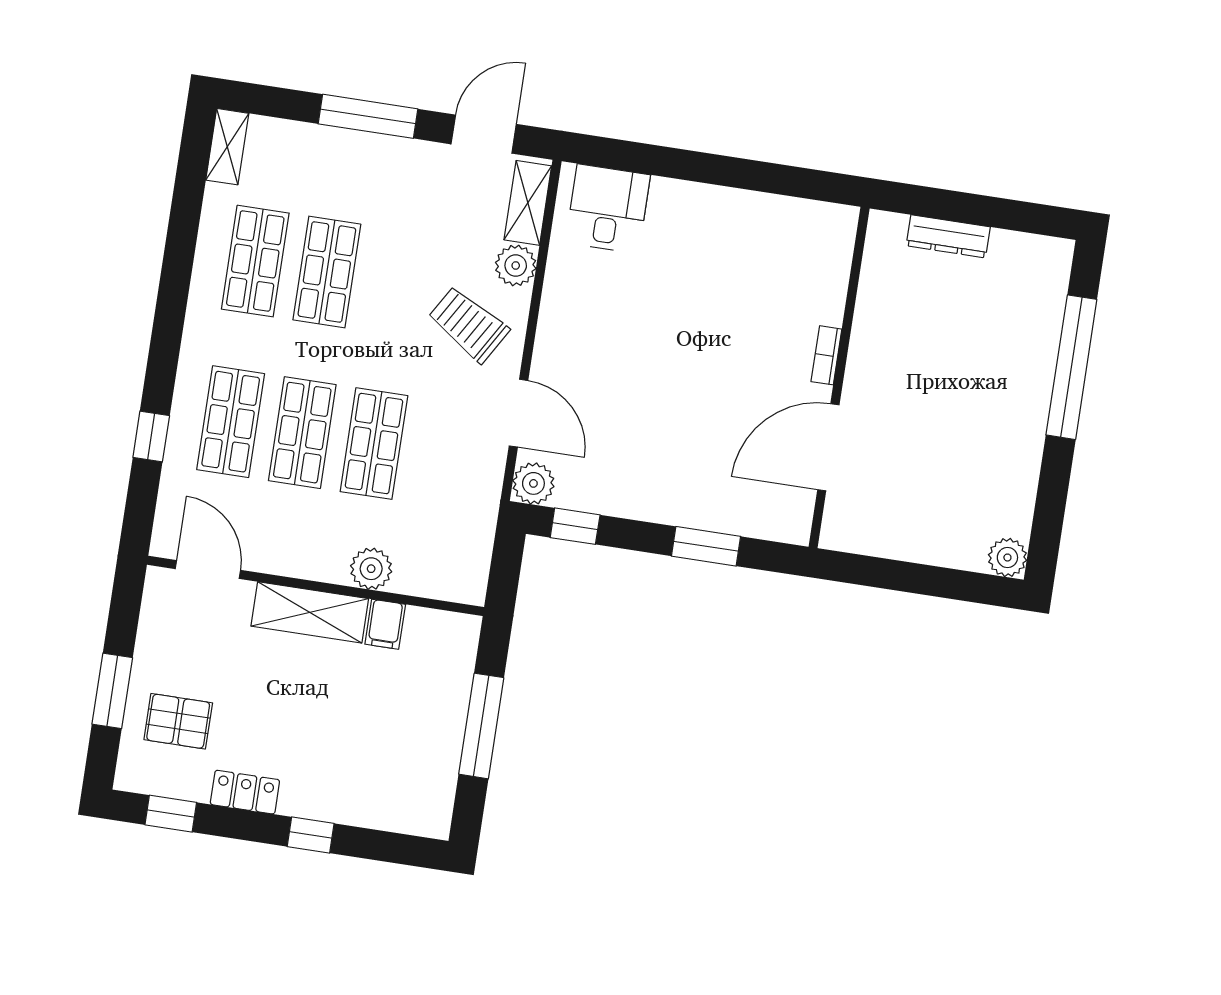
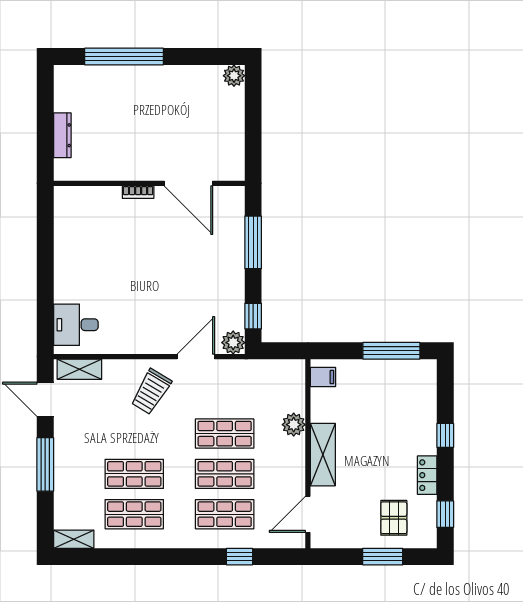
plant: (516, 265) -> (115, 371), removed
window: (706, 546) -> (253, 242), width x1.44
filing cabinet: (385, 624) -> (323, 377), moved
window: (481, 726) -> (391, 351), moved

